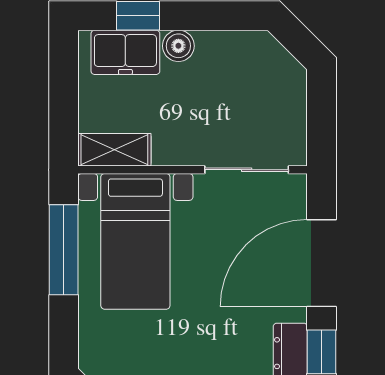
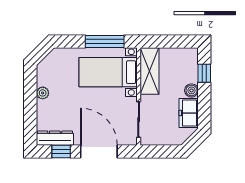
freezer: (125, 52) -> (189, 113), moved
shelving: (114, 150) -> (150, 71), width x1.50, depth x1.33

